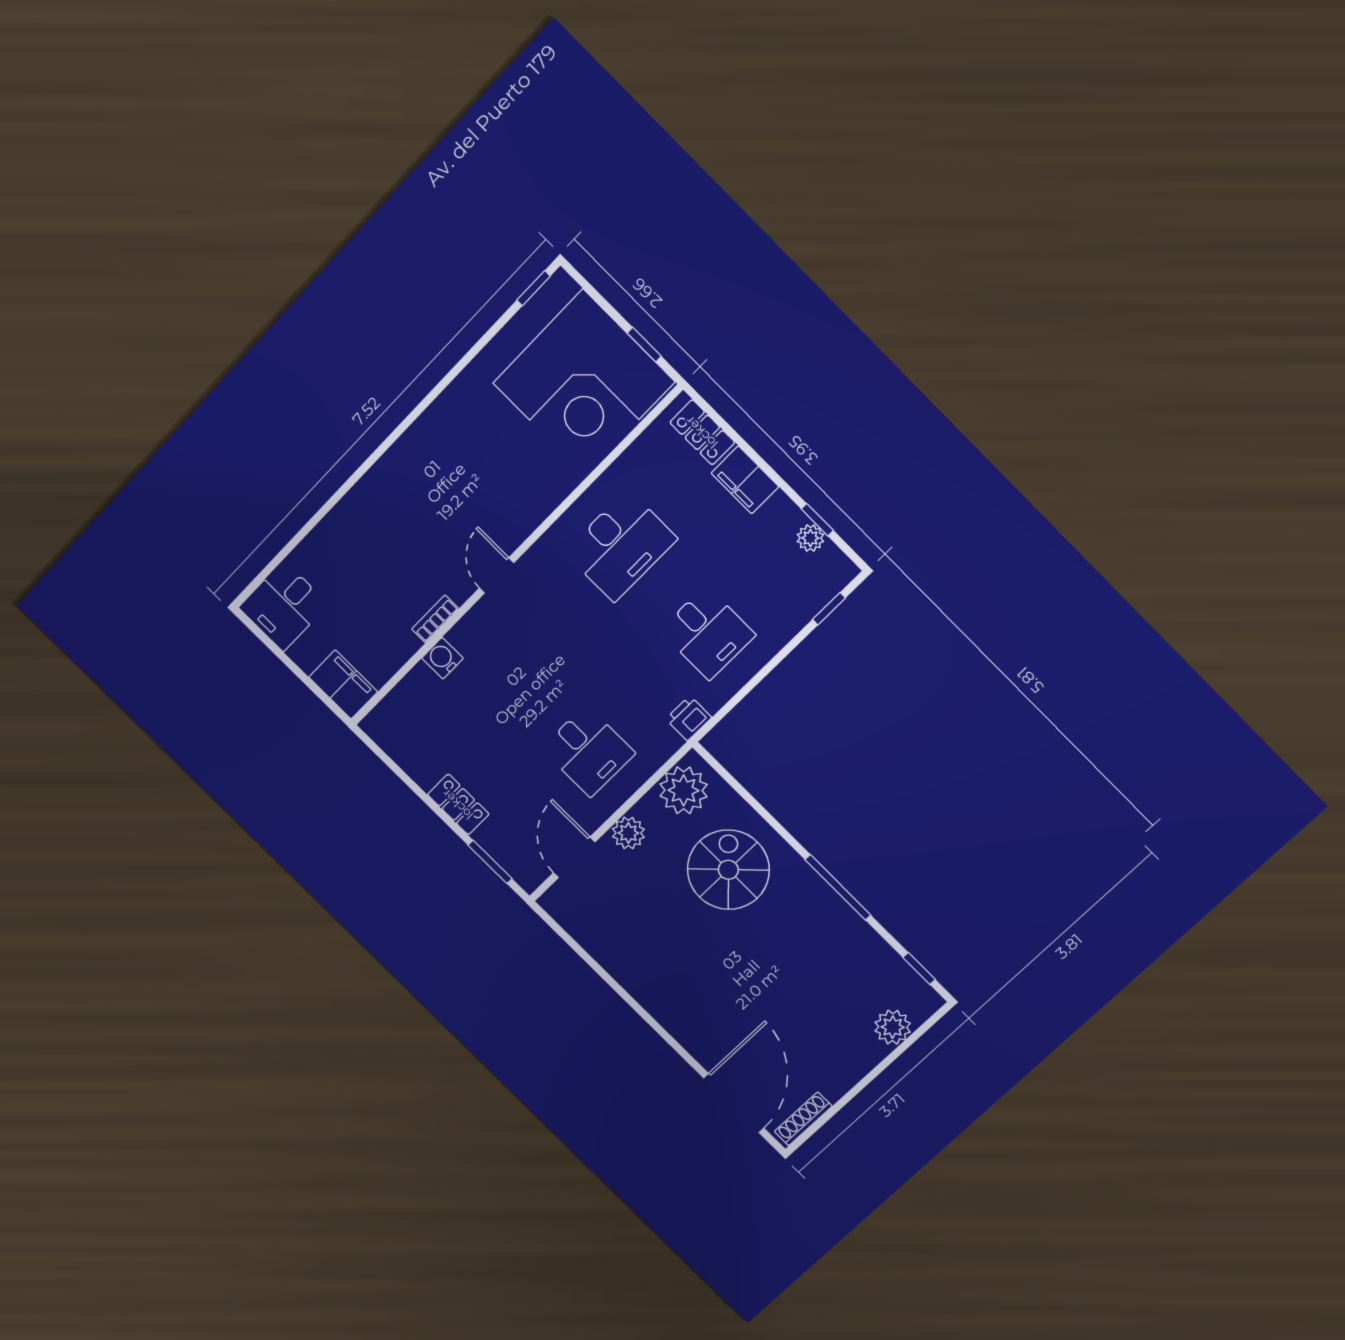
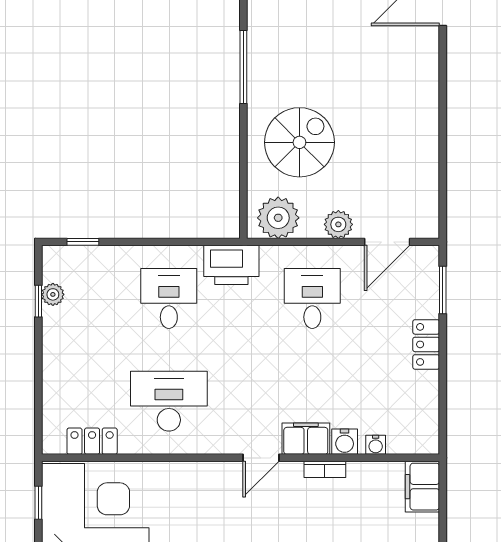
locker: (702, 432) -> (92, 441), moved, turned -90
filing cabinet: (745, 480) -> (306, 439), moved, turned -90
water cooler: (415, 681) -> (376, 445), added
printer: (689, 718) -> (231, 265), width x1.87, depth x1.48
spiral stairs: (728, 870) -> (299, 142), turned 180

